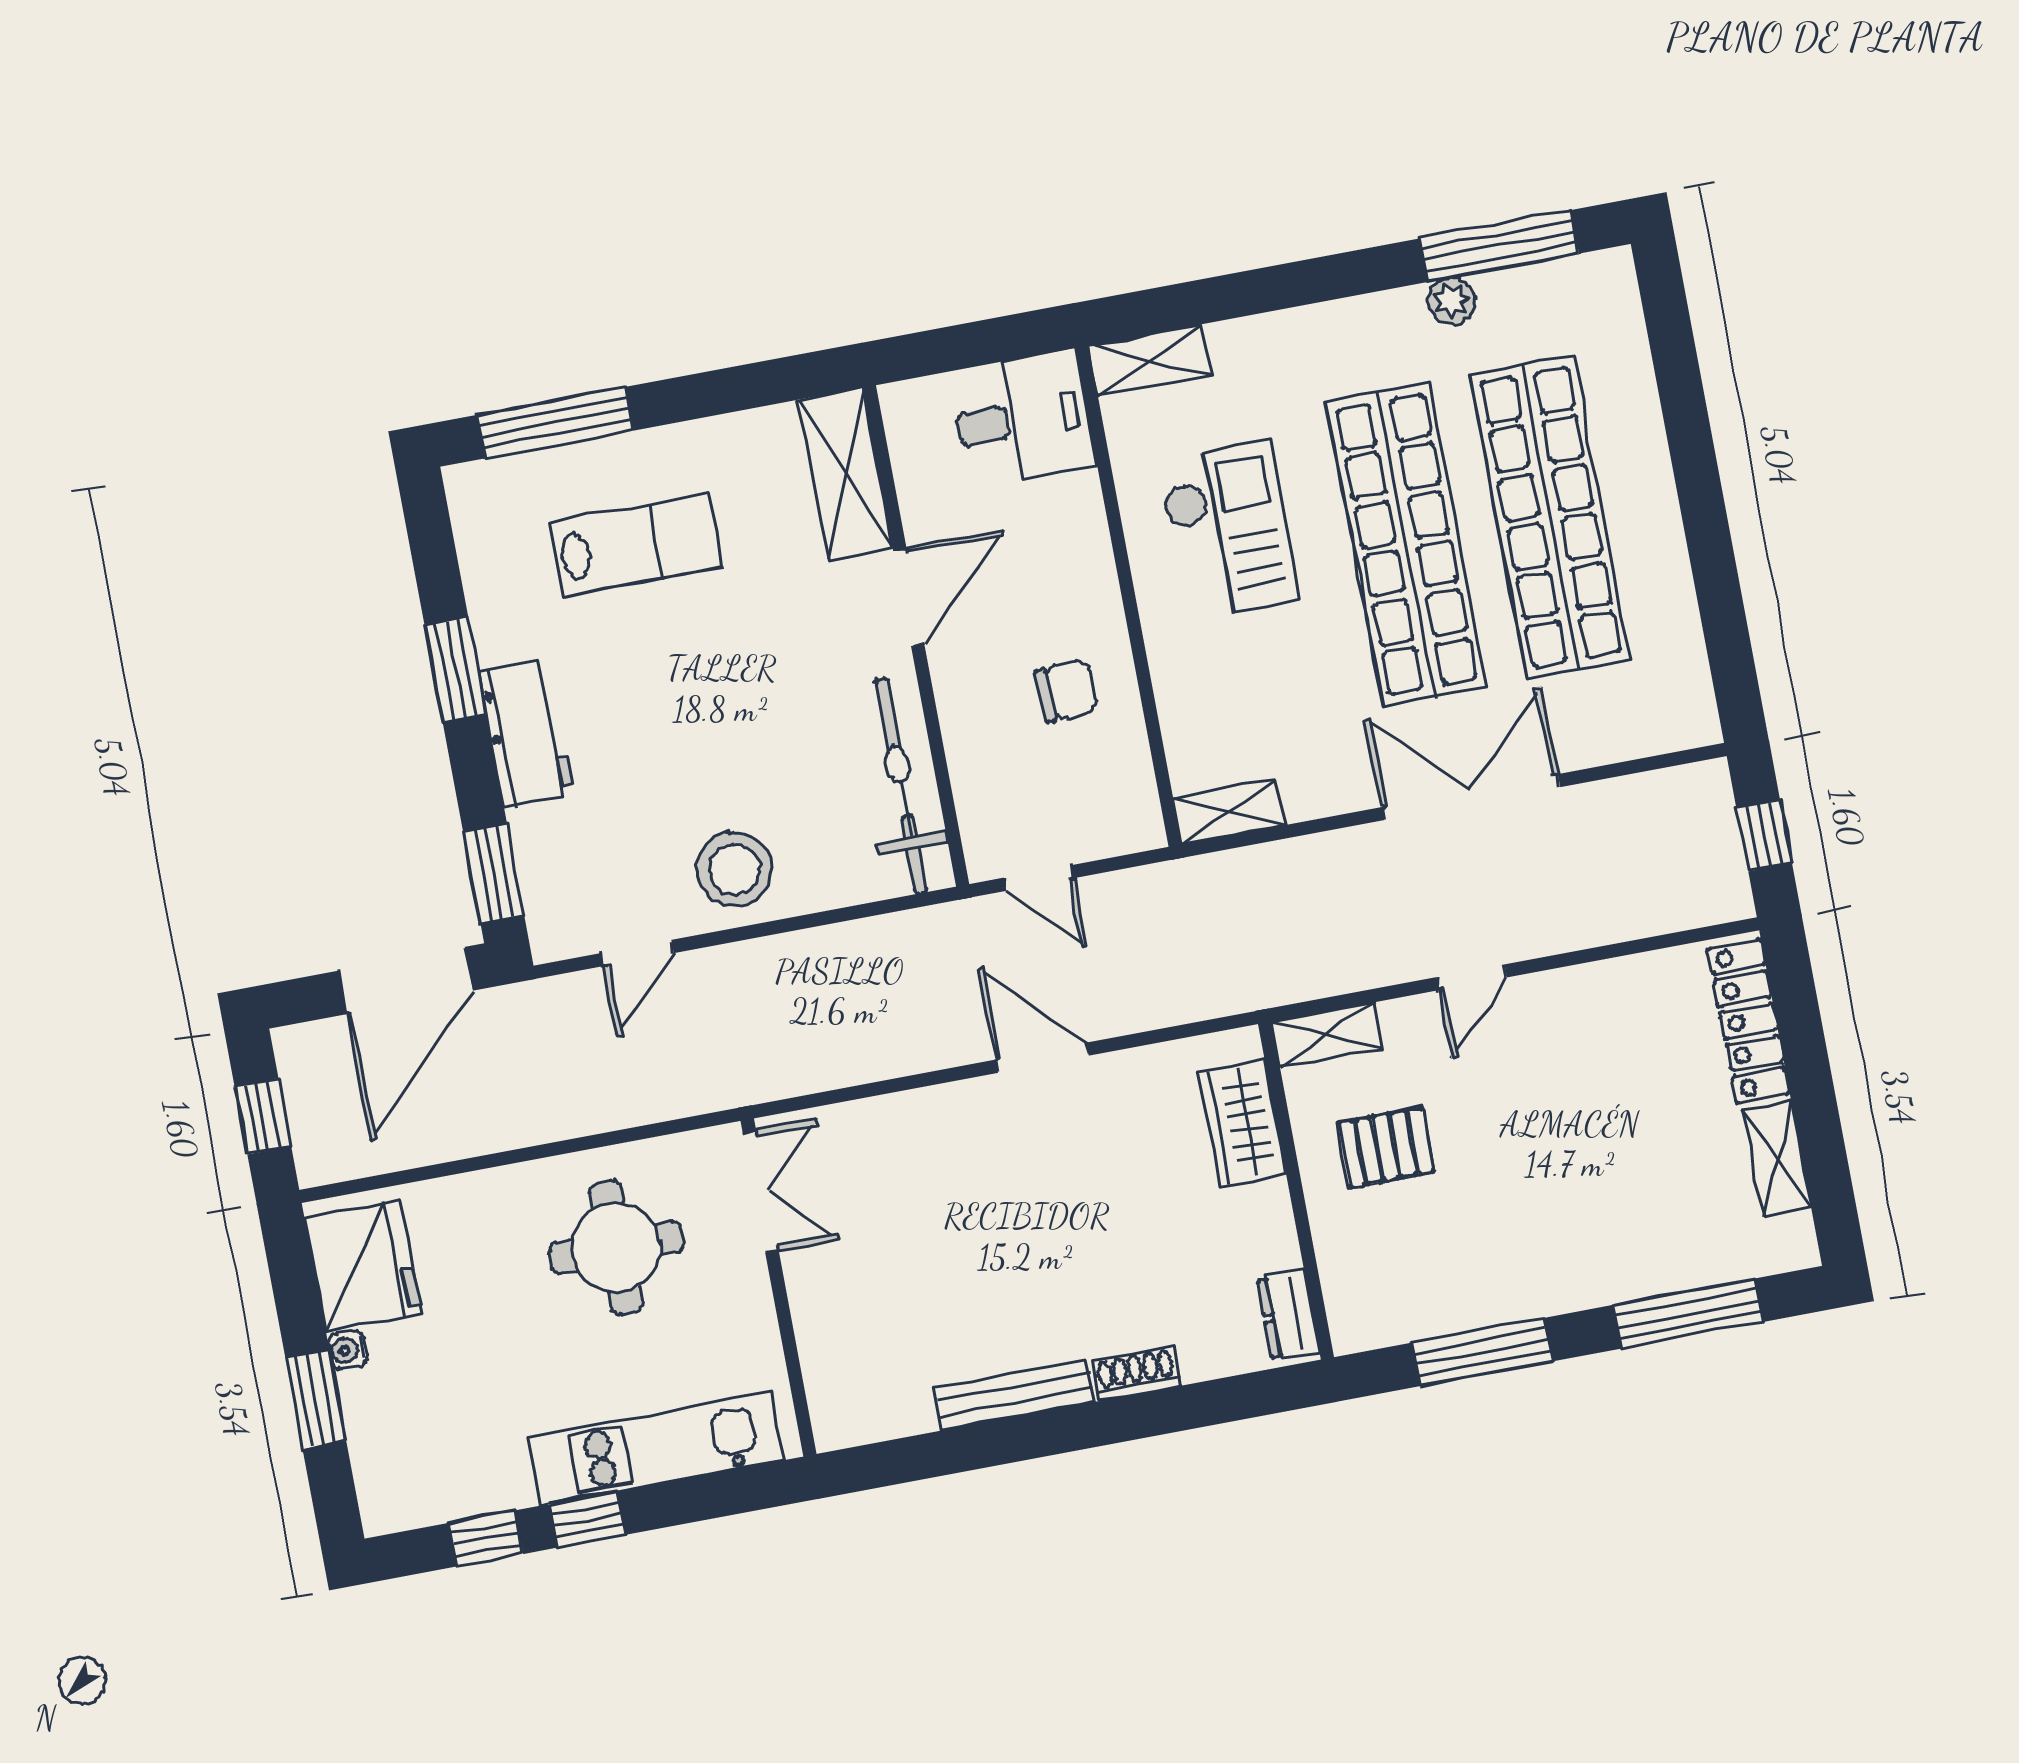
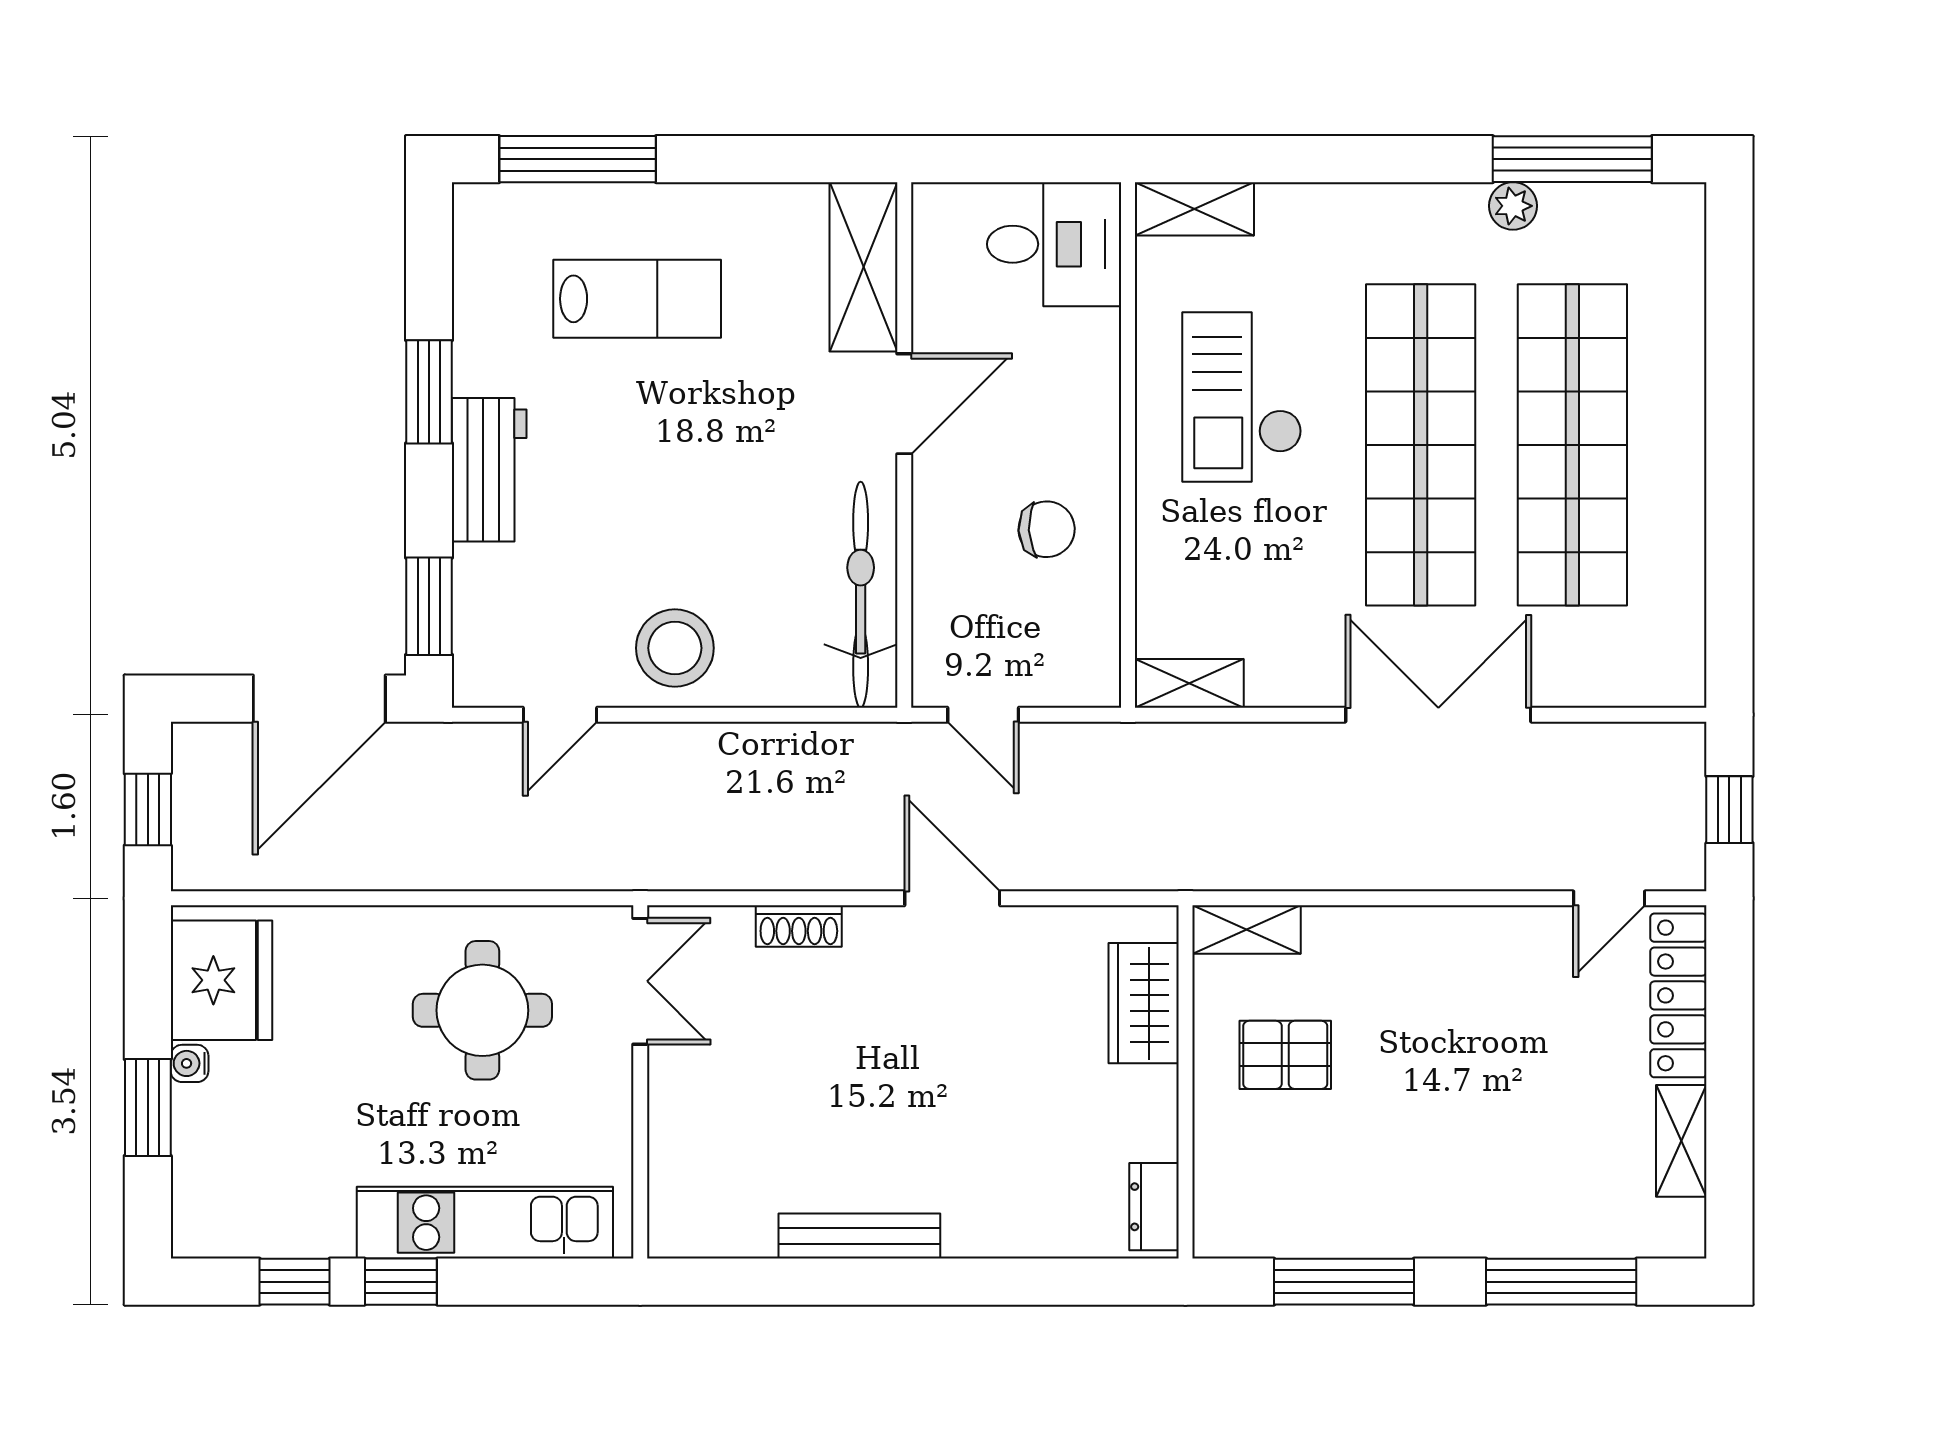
checkout: (1228, 531) -> (1242, 397), turned 180
door: (1472, 977) -> (1609, 898), moved
shoe rack: (1136, 1374) -> (799, 926), moved, turned 180

